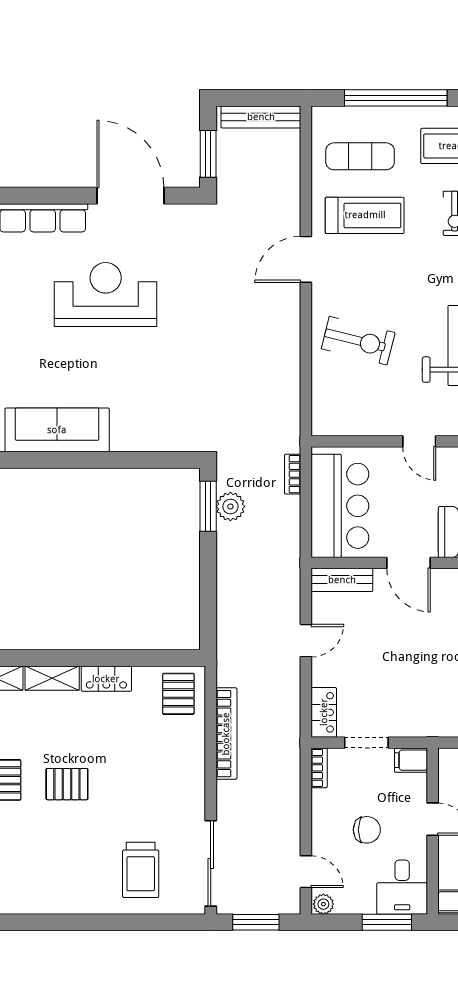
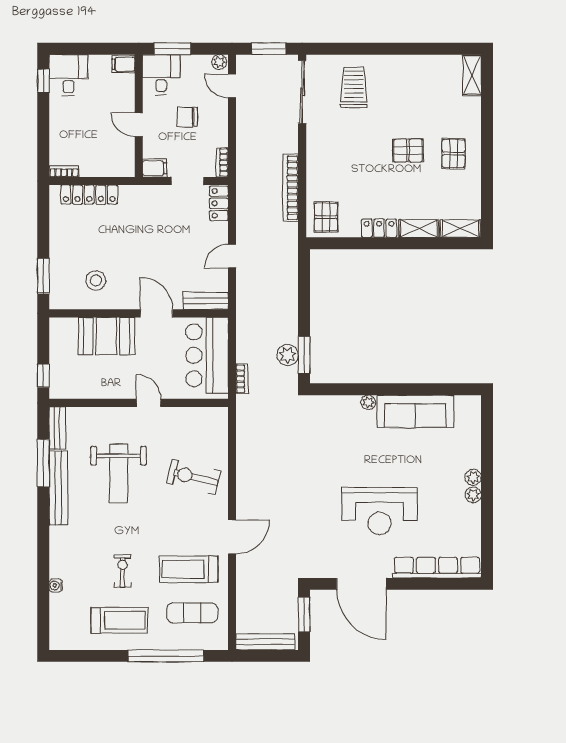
plant: (121, 442) -> (368, 402), added

